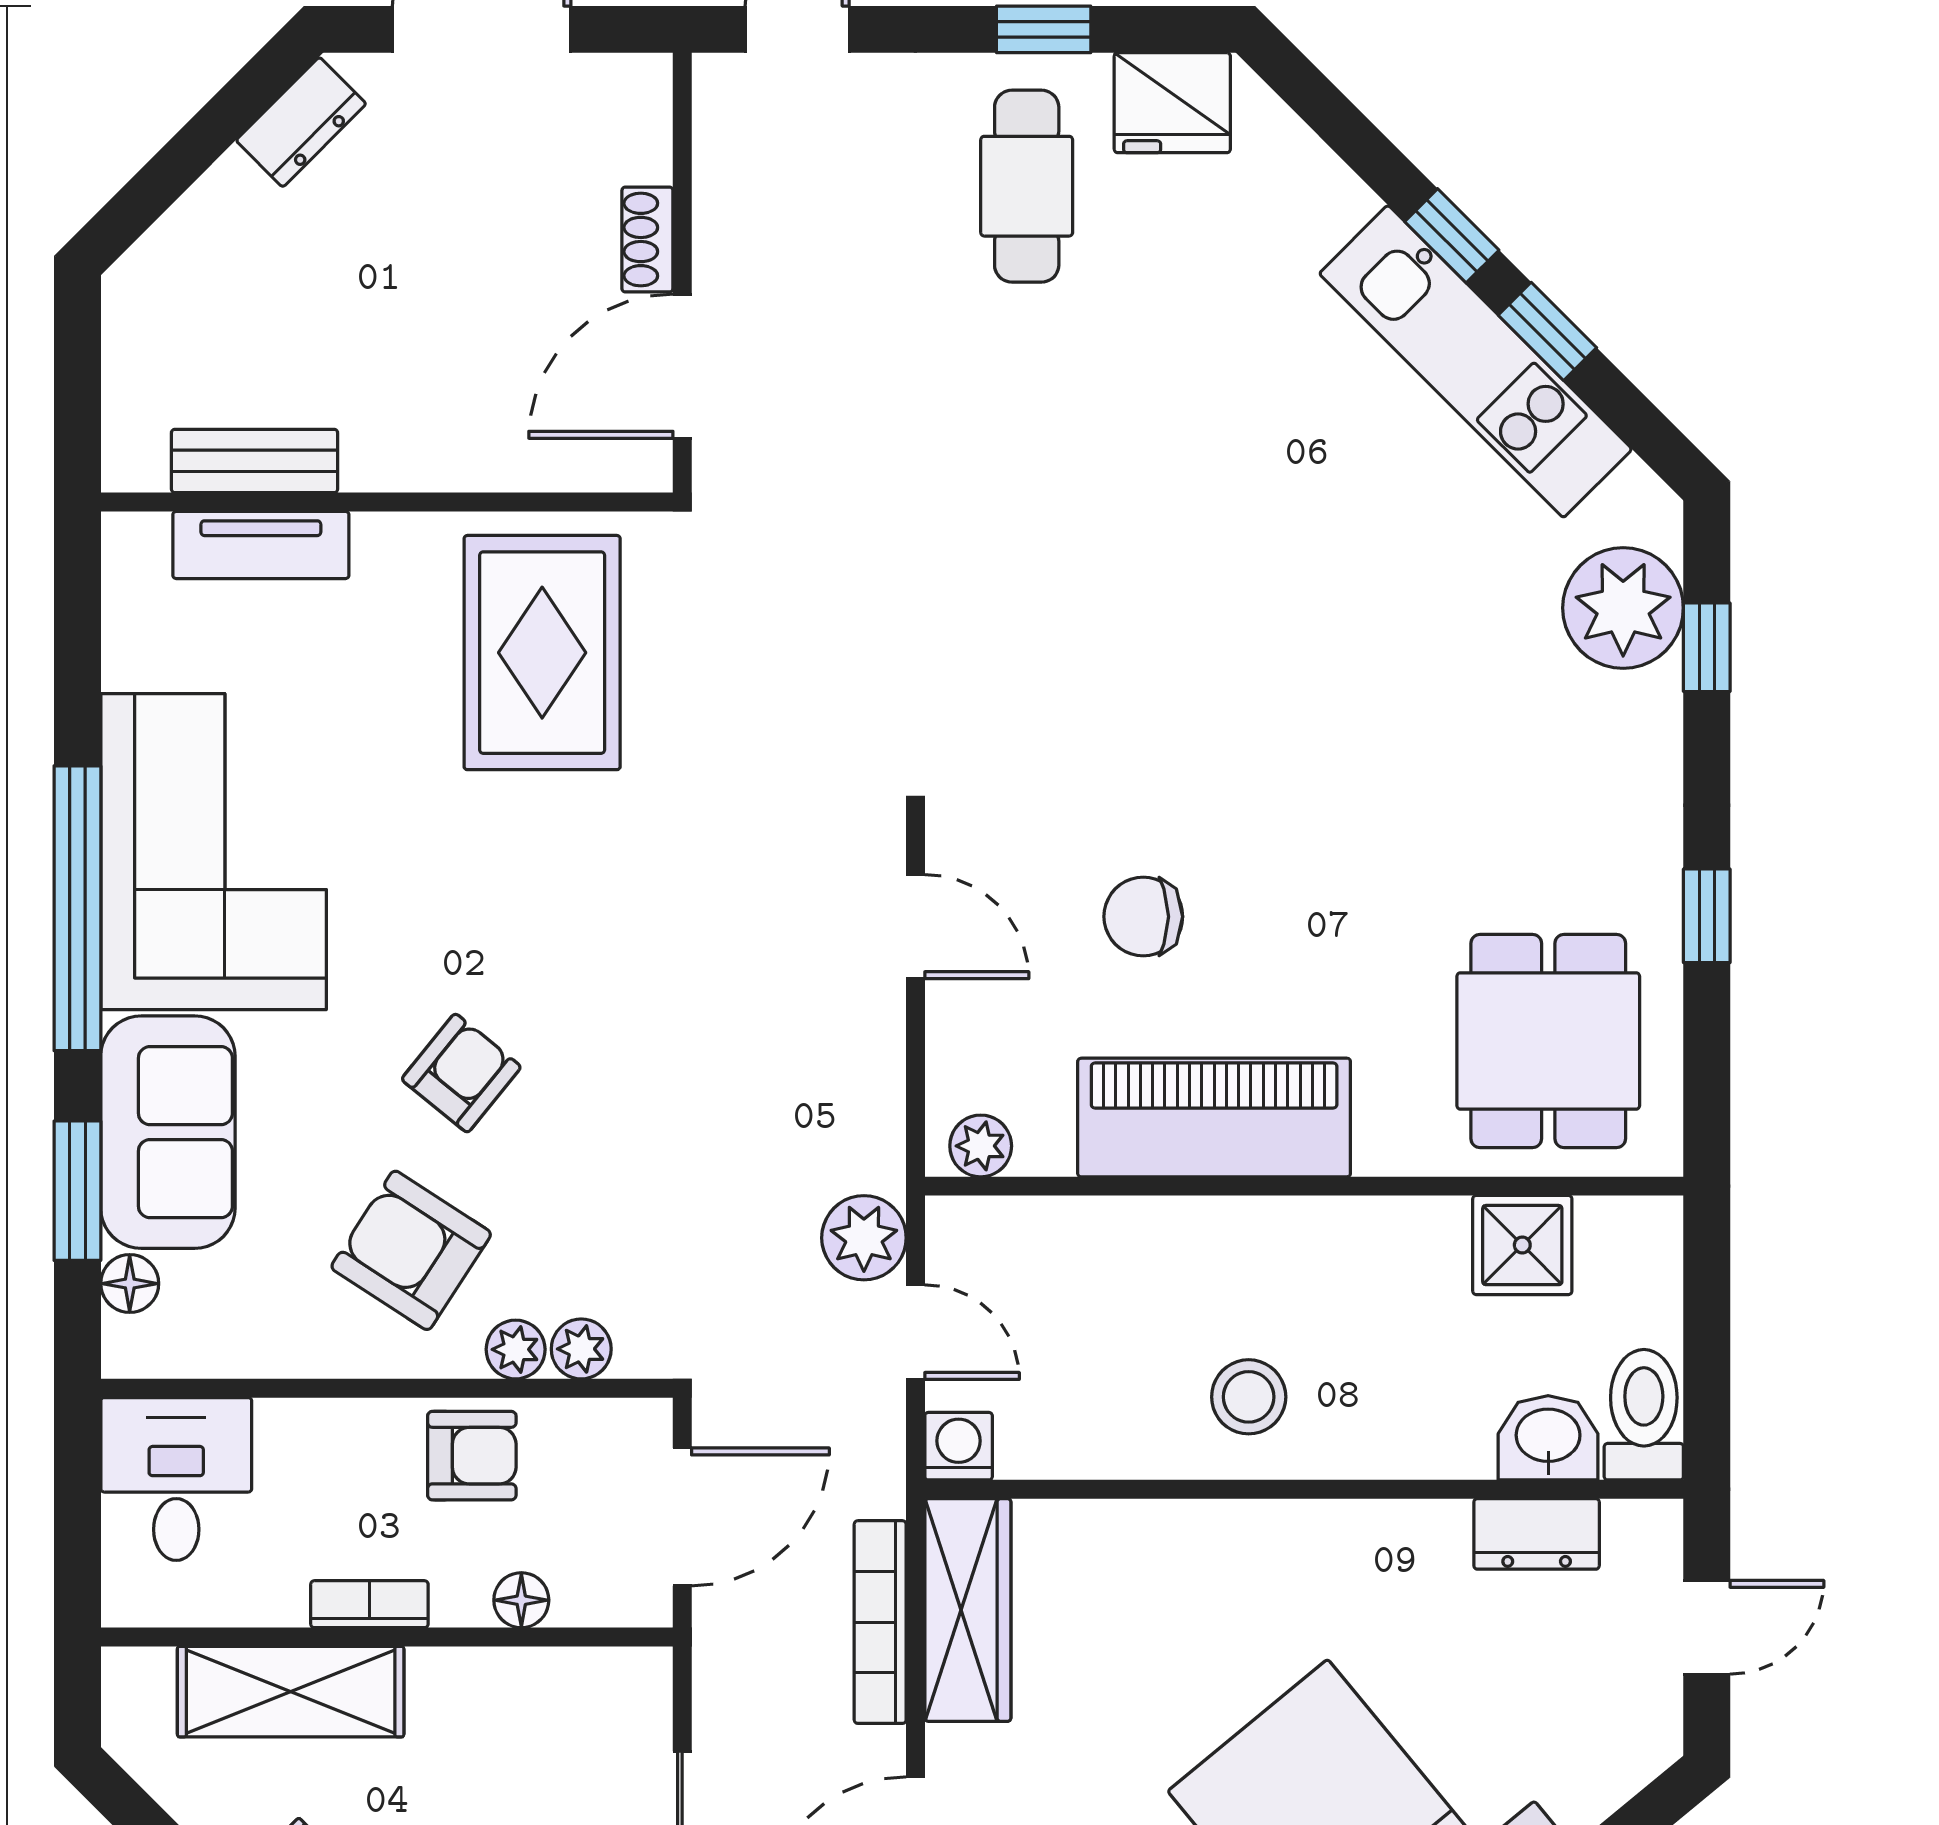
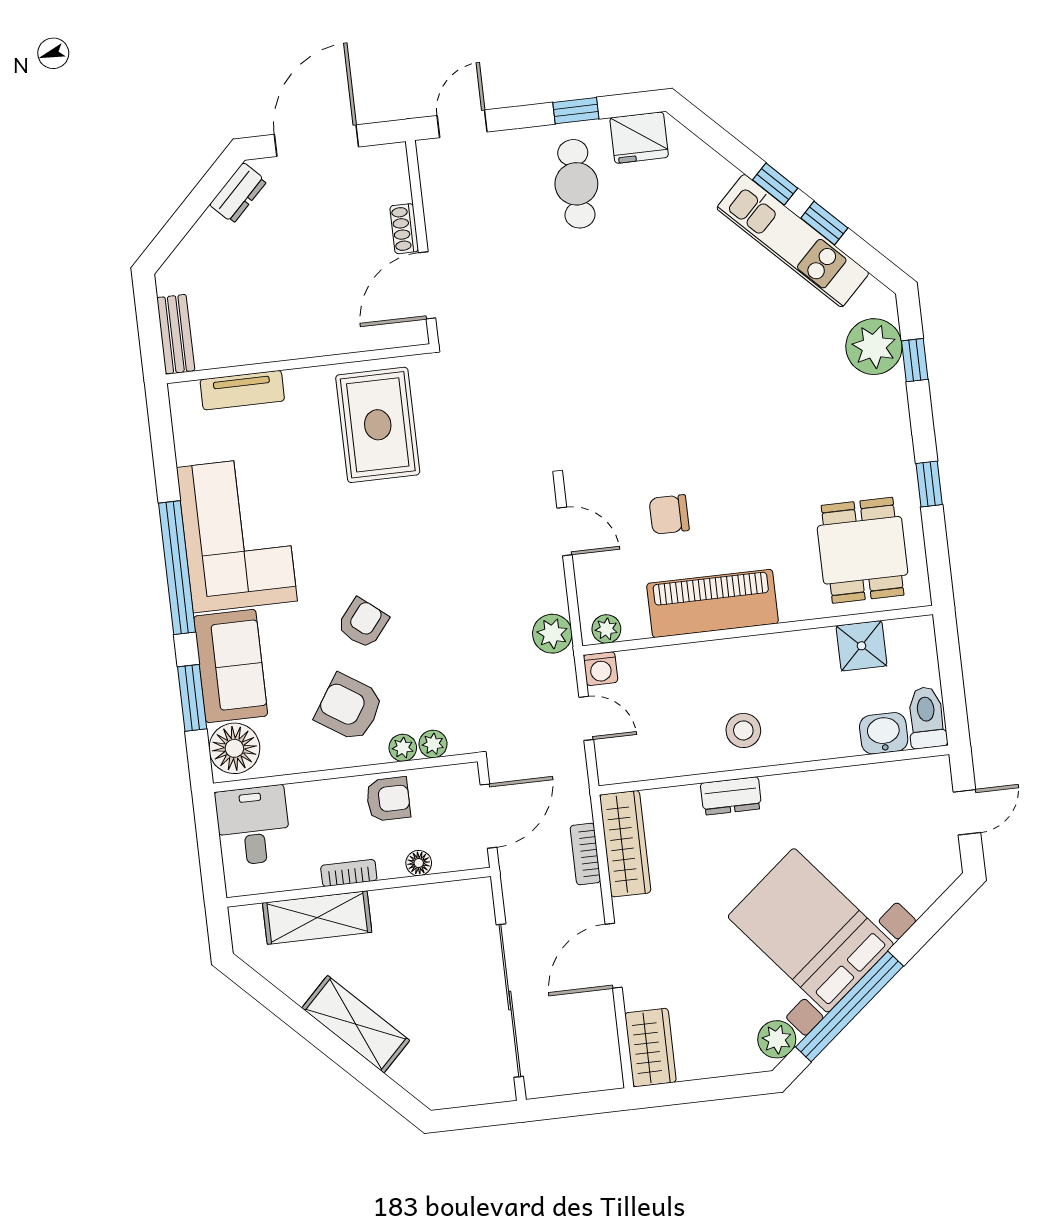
bench: (255, 461) -> (176, 334), moved, turned 90
plant: (864, 1238) -> (552, 634), moved
floor lamp: (130, 1284) -> (234, 748), width x1.89, depth x1.89
washing machine: (959, 1446) -> (601, 669), moved, turned 180
dresser: (1537, 1534) -> (731, 796), moved
bookcase: (880, 1622) -> (585, 854), width x0.64

